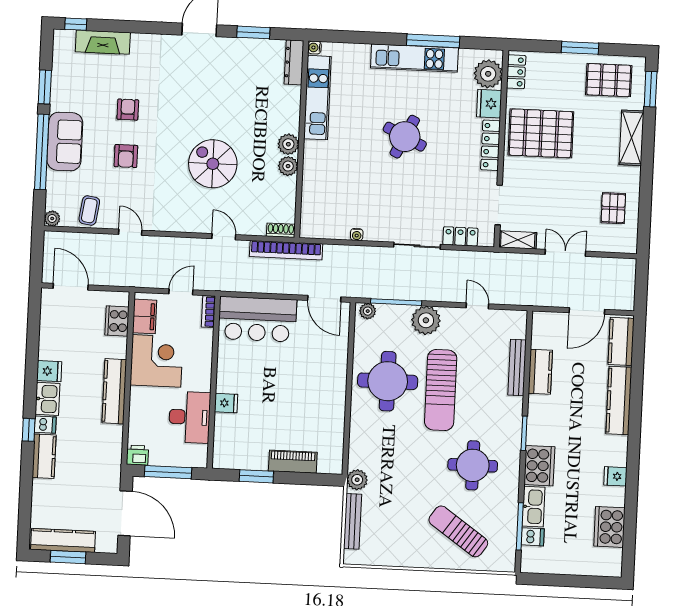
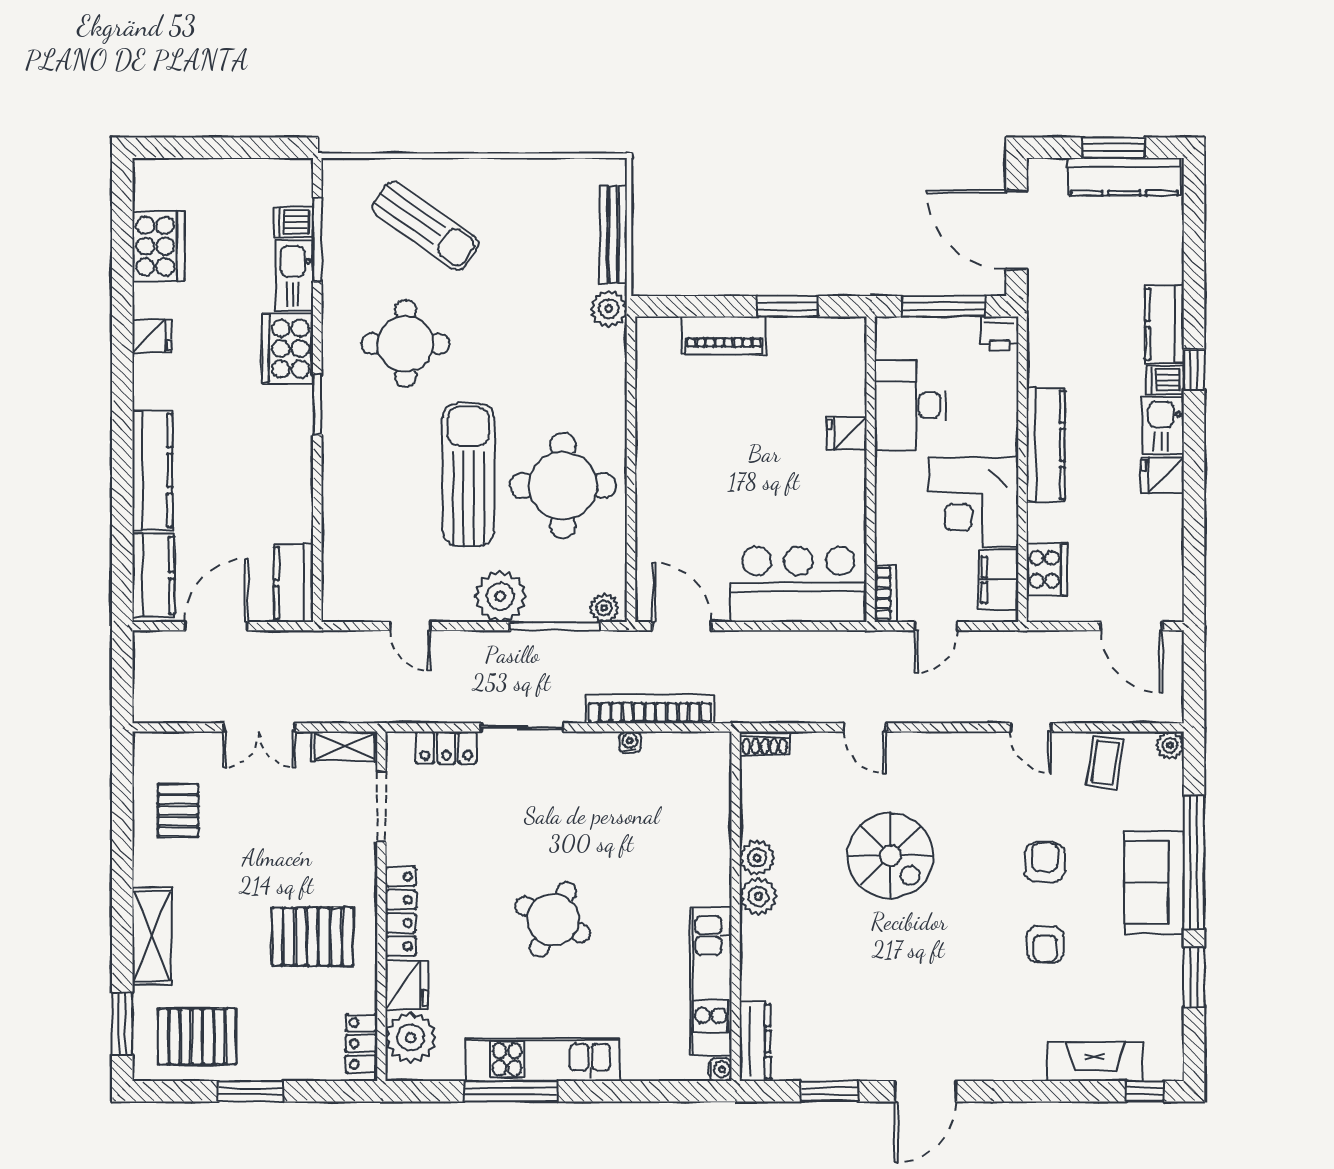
pallet: (541, 133) -> (313, 937), width x0.73, depth x0.71
bookcase: (286, 250) -> (650, 709), moved
bench: (517, 367) -> (335, 520), removed
kitchen counter: (540, 372) -> (294, 583), moved

